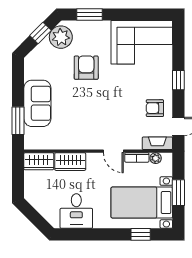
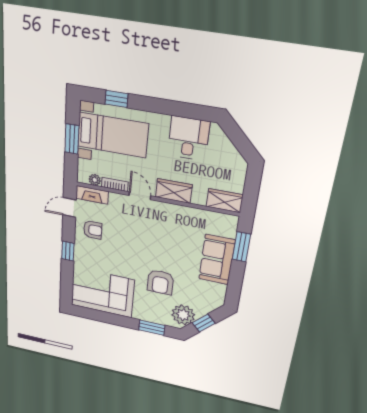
wardrobe: (70, 162) -> (174, 191), moved

